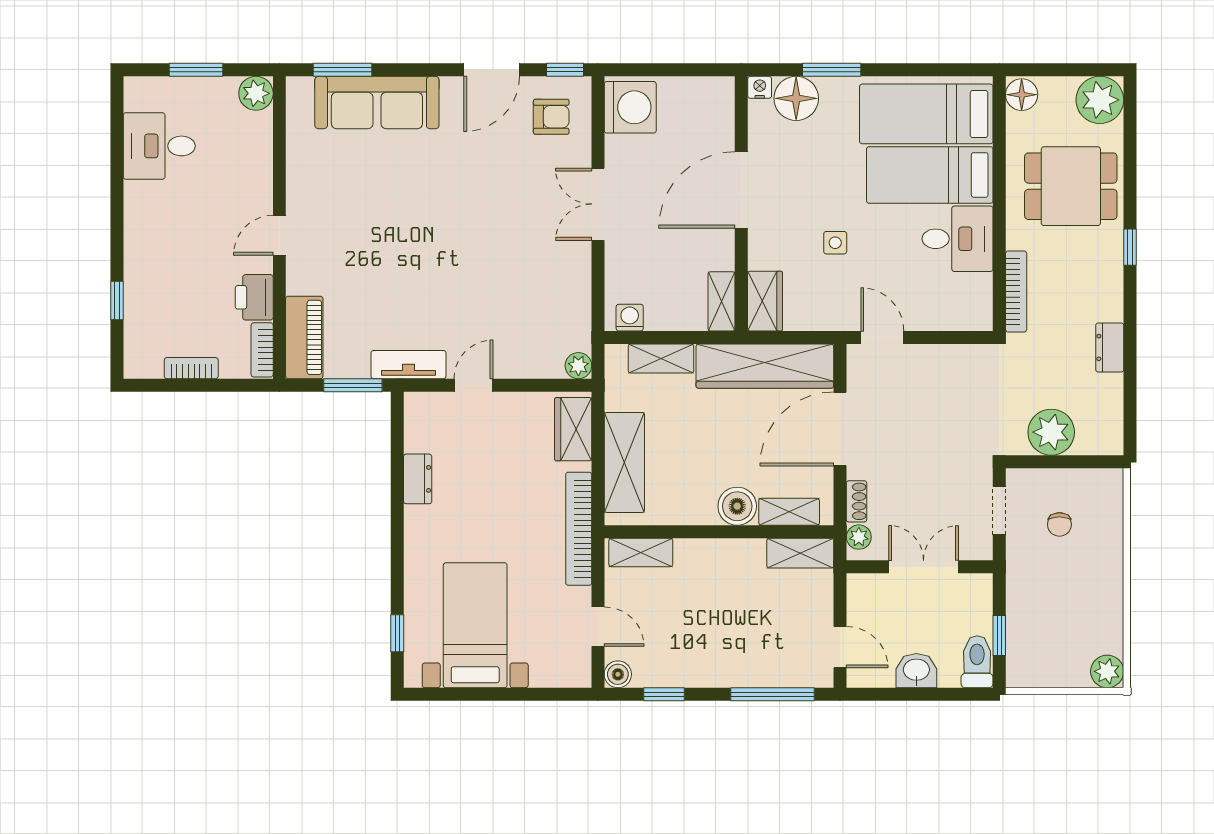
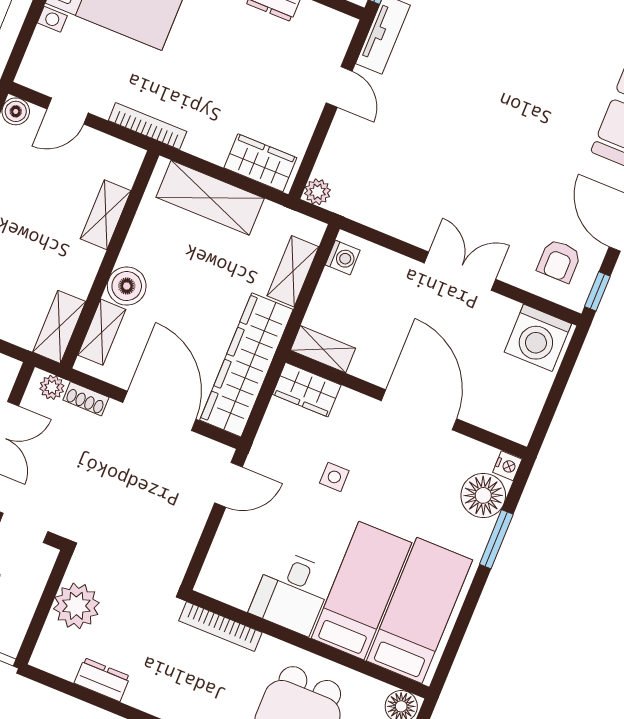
dresser: (1110, 347) -> (102, 680), moved
bookcase: (579, 529) -> (148, 126), width x0.68, depth x0.76
shelving: (641, 552) -> (106, 215), moved

